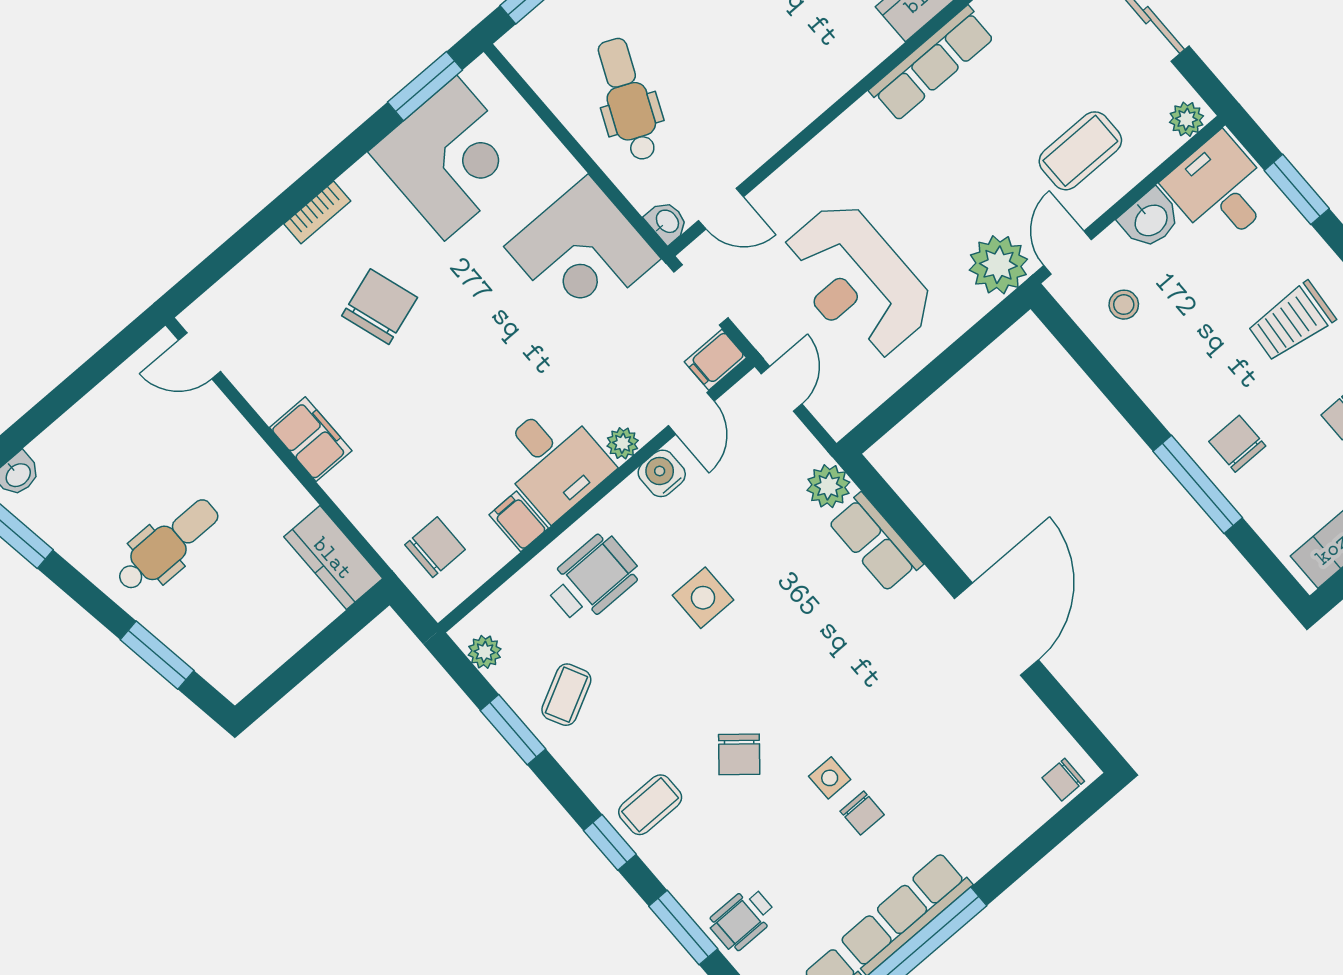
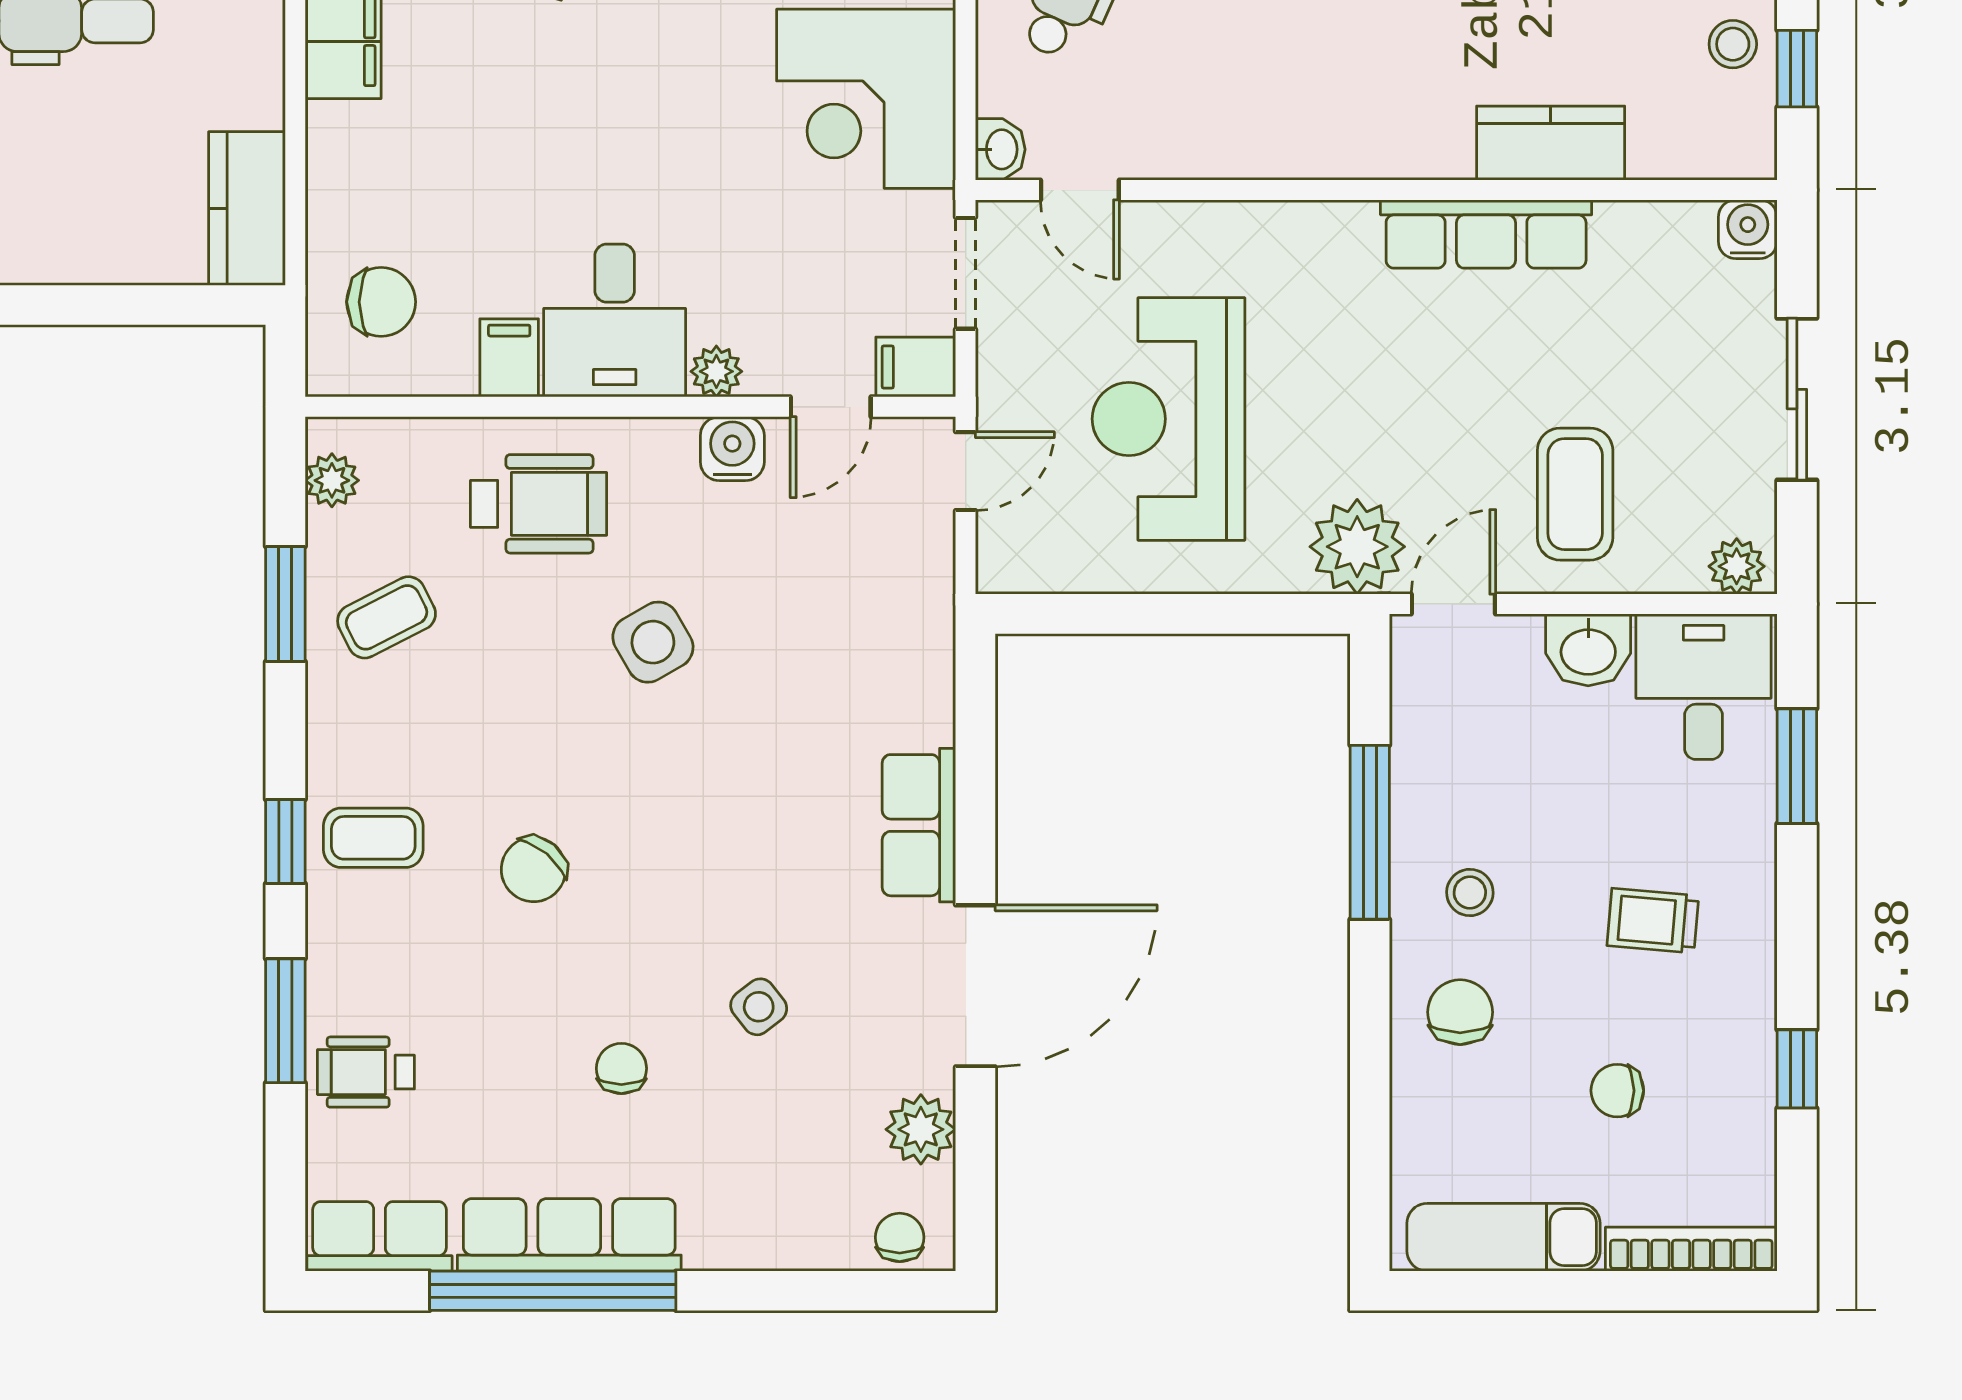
coffee table: (1080, 151) -> (1575, 494), turned 90
stool: (1124, 305) -> (1470, 892), moved
trolley: (1291, 322) -> (1653, 921), width x0.73, depth x0.72
window: (1198, 484) -> (1370, 832), moved
plant: (828, 486) -> (921, 1129), moved
row of seats: (875, 543) -> (919, 825), moved
side table: (703, 598) -> (653, 642), turned -30
side table: (830, 778) -> (759, 1007), moved, turned -38
chair: (1063, 780) -> (900, 1237), turned 90
chair: (862, 813) -> (621, 1068), turned 180

